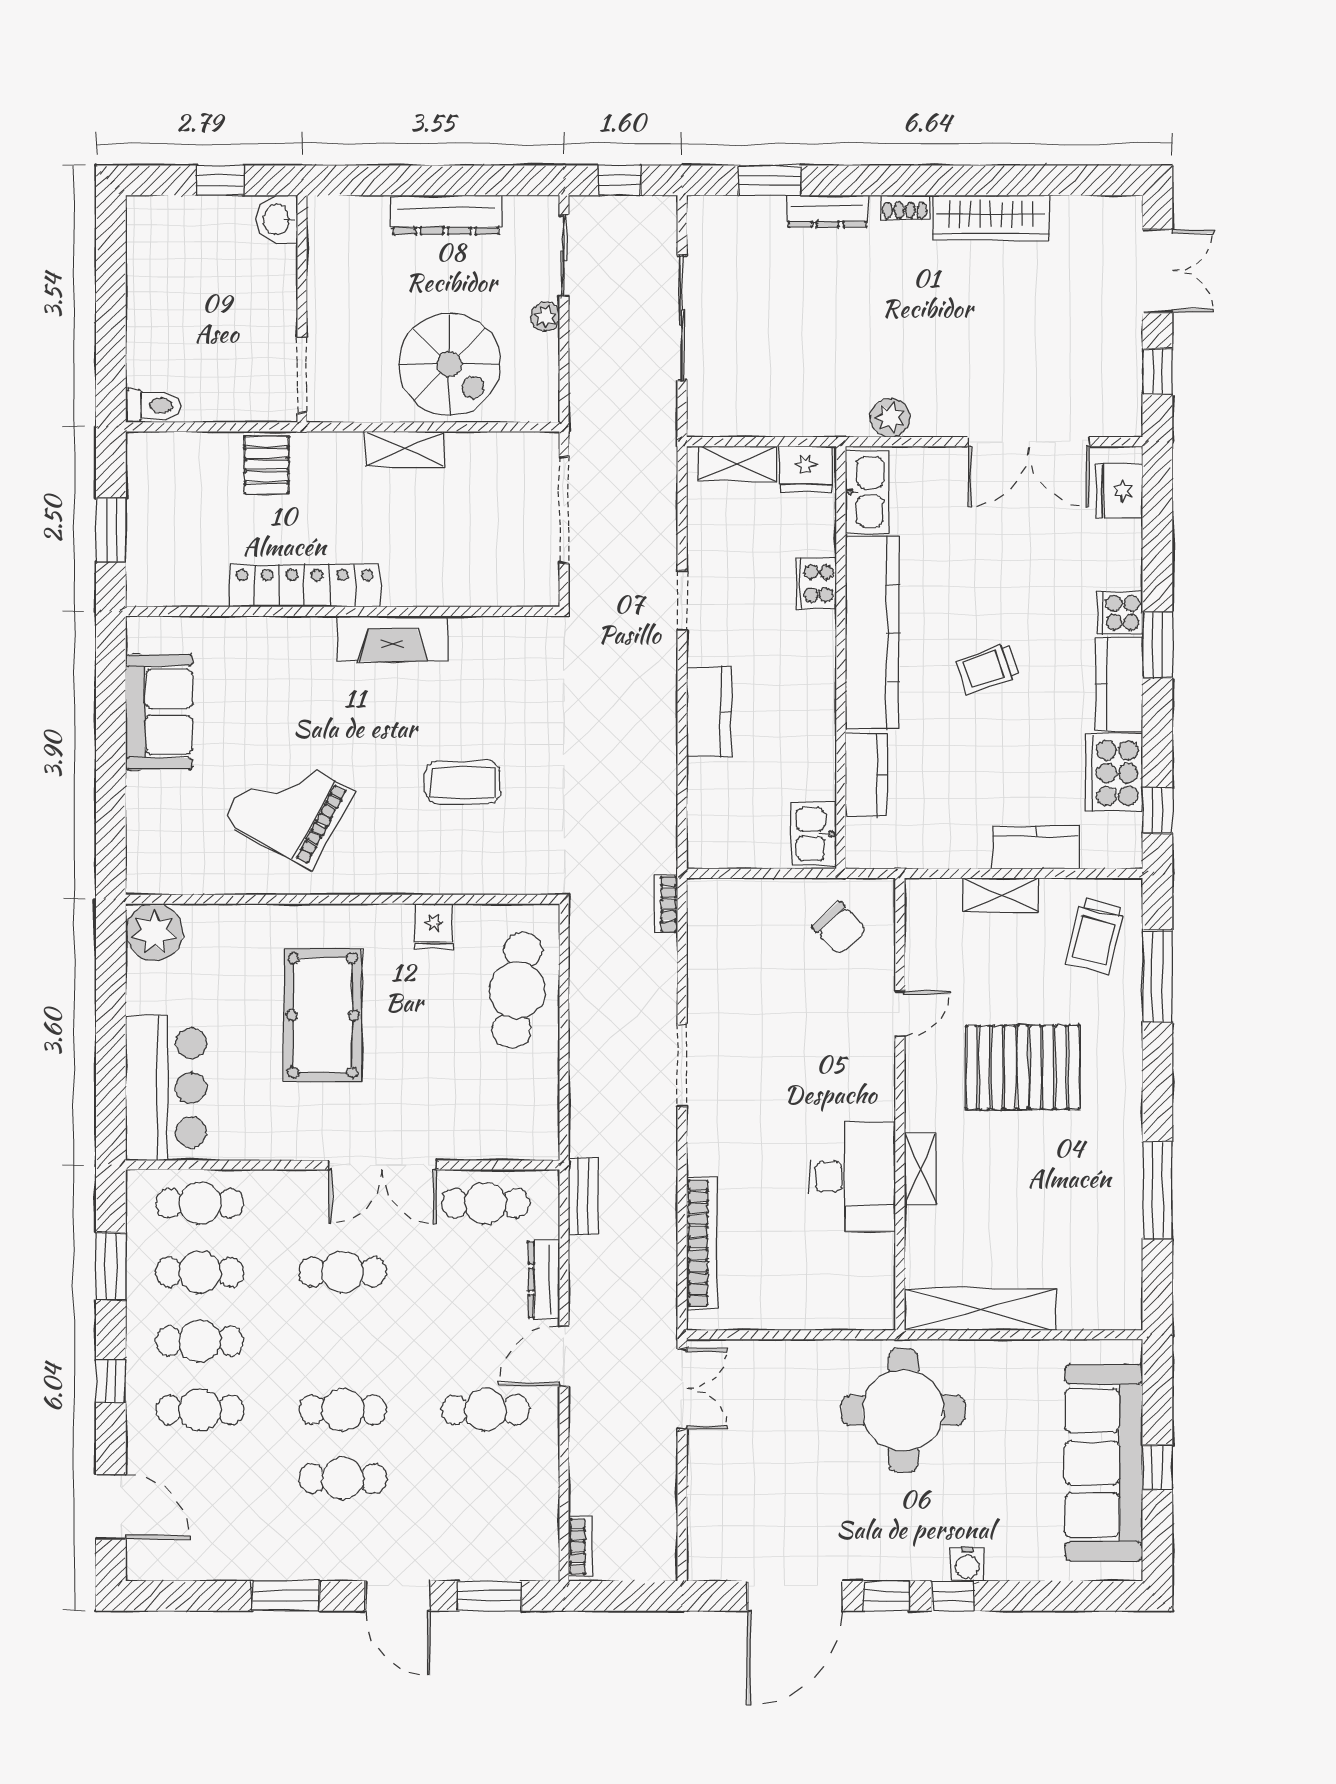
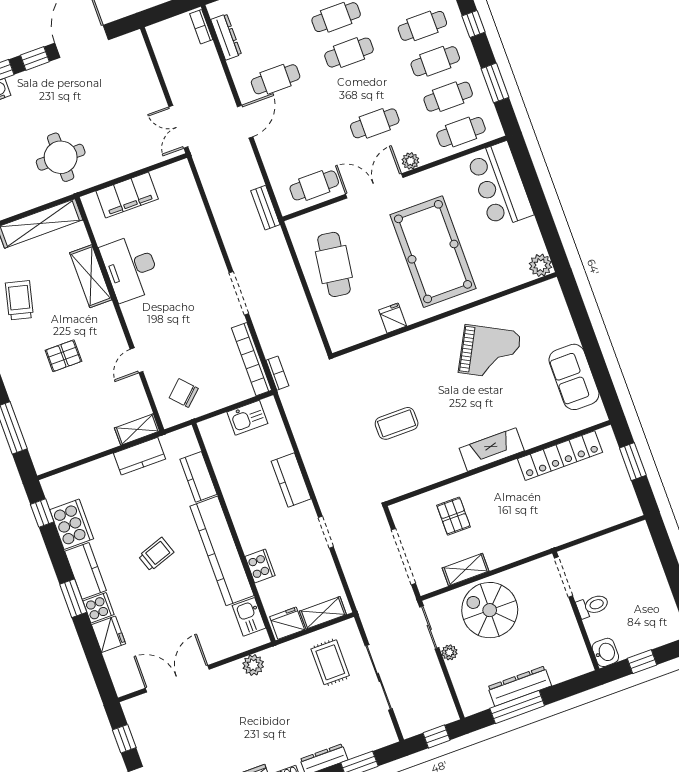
window: (463, 180) -> (517, 707), added
sliding door: (564, 256) -> (429, 627), moved
rug: (756, 374) -> (330, 662), added
toilet: (153, 406) -> (593, 606), moved, turned 180
shelving: (405, 449) -> (466, 570), moved
pallet: (267, 465) -> (454, 516), moved
fridge: (1119, 491) -> (108, 634), moved
kitchen sink: (867, 492) -> (249, 617), width x0.73
locker: (305, 586) -> (560, 456), moved
fireplace: (392, 639) -> (492, 450), moved
coffee table: (463, 782) -> (397, 423), moved
kitchen sink: (814, 834) -> (247, 418), moved, turned 90
kitchen counter: (1036, 848) -> (140, 456), moved
shelving: (1001, 895) -> (137, 429), moved
plant: (154, 932) -> (541, 265), width x0.73, depth x0.73
trolley: (1095, 936) -> (19, 300), moved
cafe table: (517, 990) -> (334, 264), moved
pool table: (323, 1015) -> (433, 252), width x1.36, depth x1.32
pallet: (1023, 1067) -> (63, 356), width x0.49, depth x0.50
shelving: (920, 1169) -> (91, 276), width x1.50, depth x1.33
plant: (305, 1185) -> (410, 161), added
bookcase: (702, 1243) -> (252, 359), moved
dresser: (544, 1280) -> (226, 37), moved
filing cabinet: (813, 1304) -> (127, 195), added
round table: (903, 1410) -> (61, 157), width x0.73, depth x0.73

